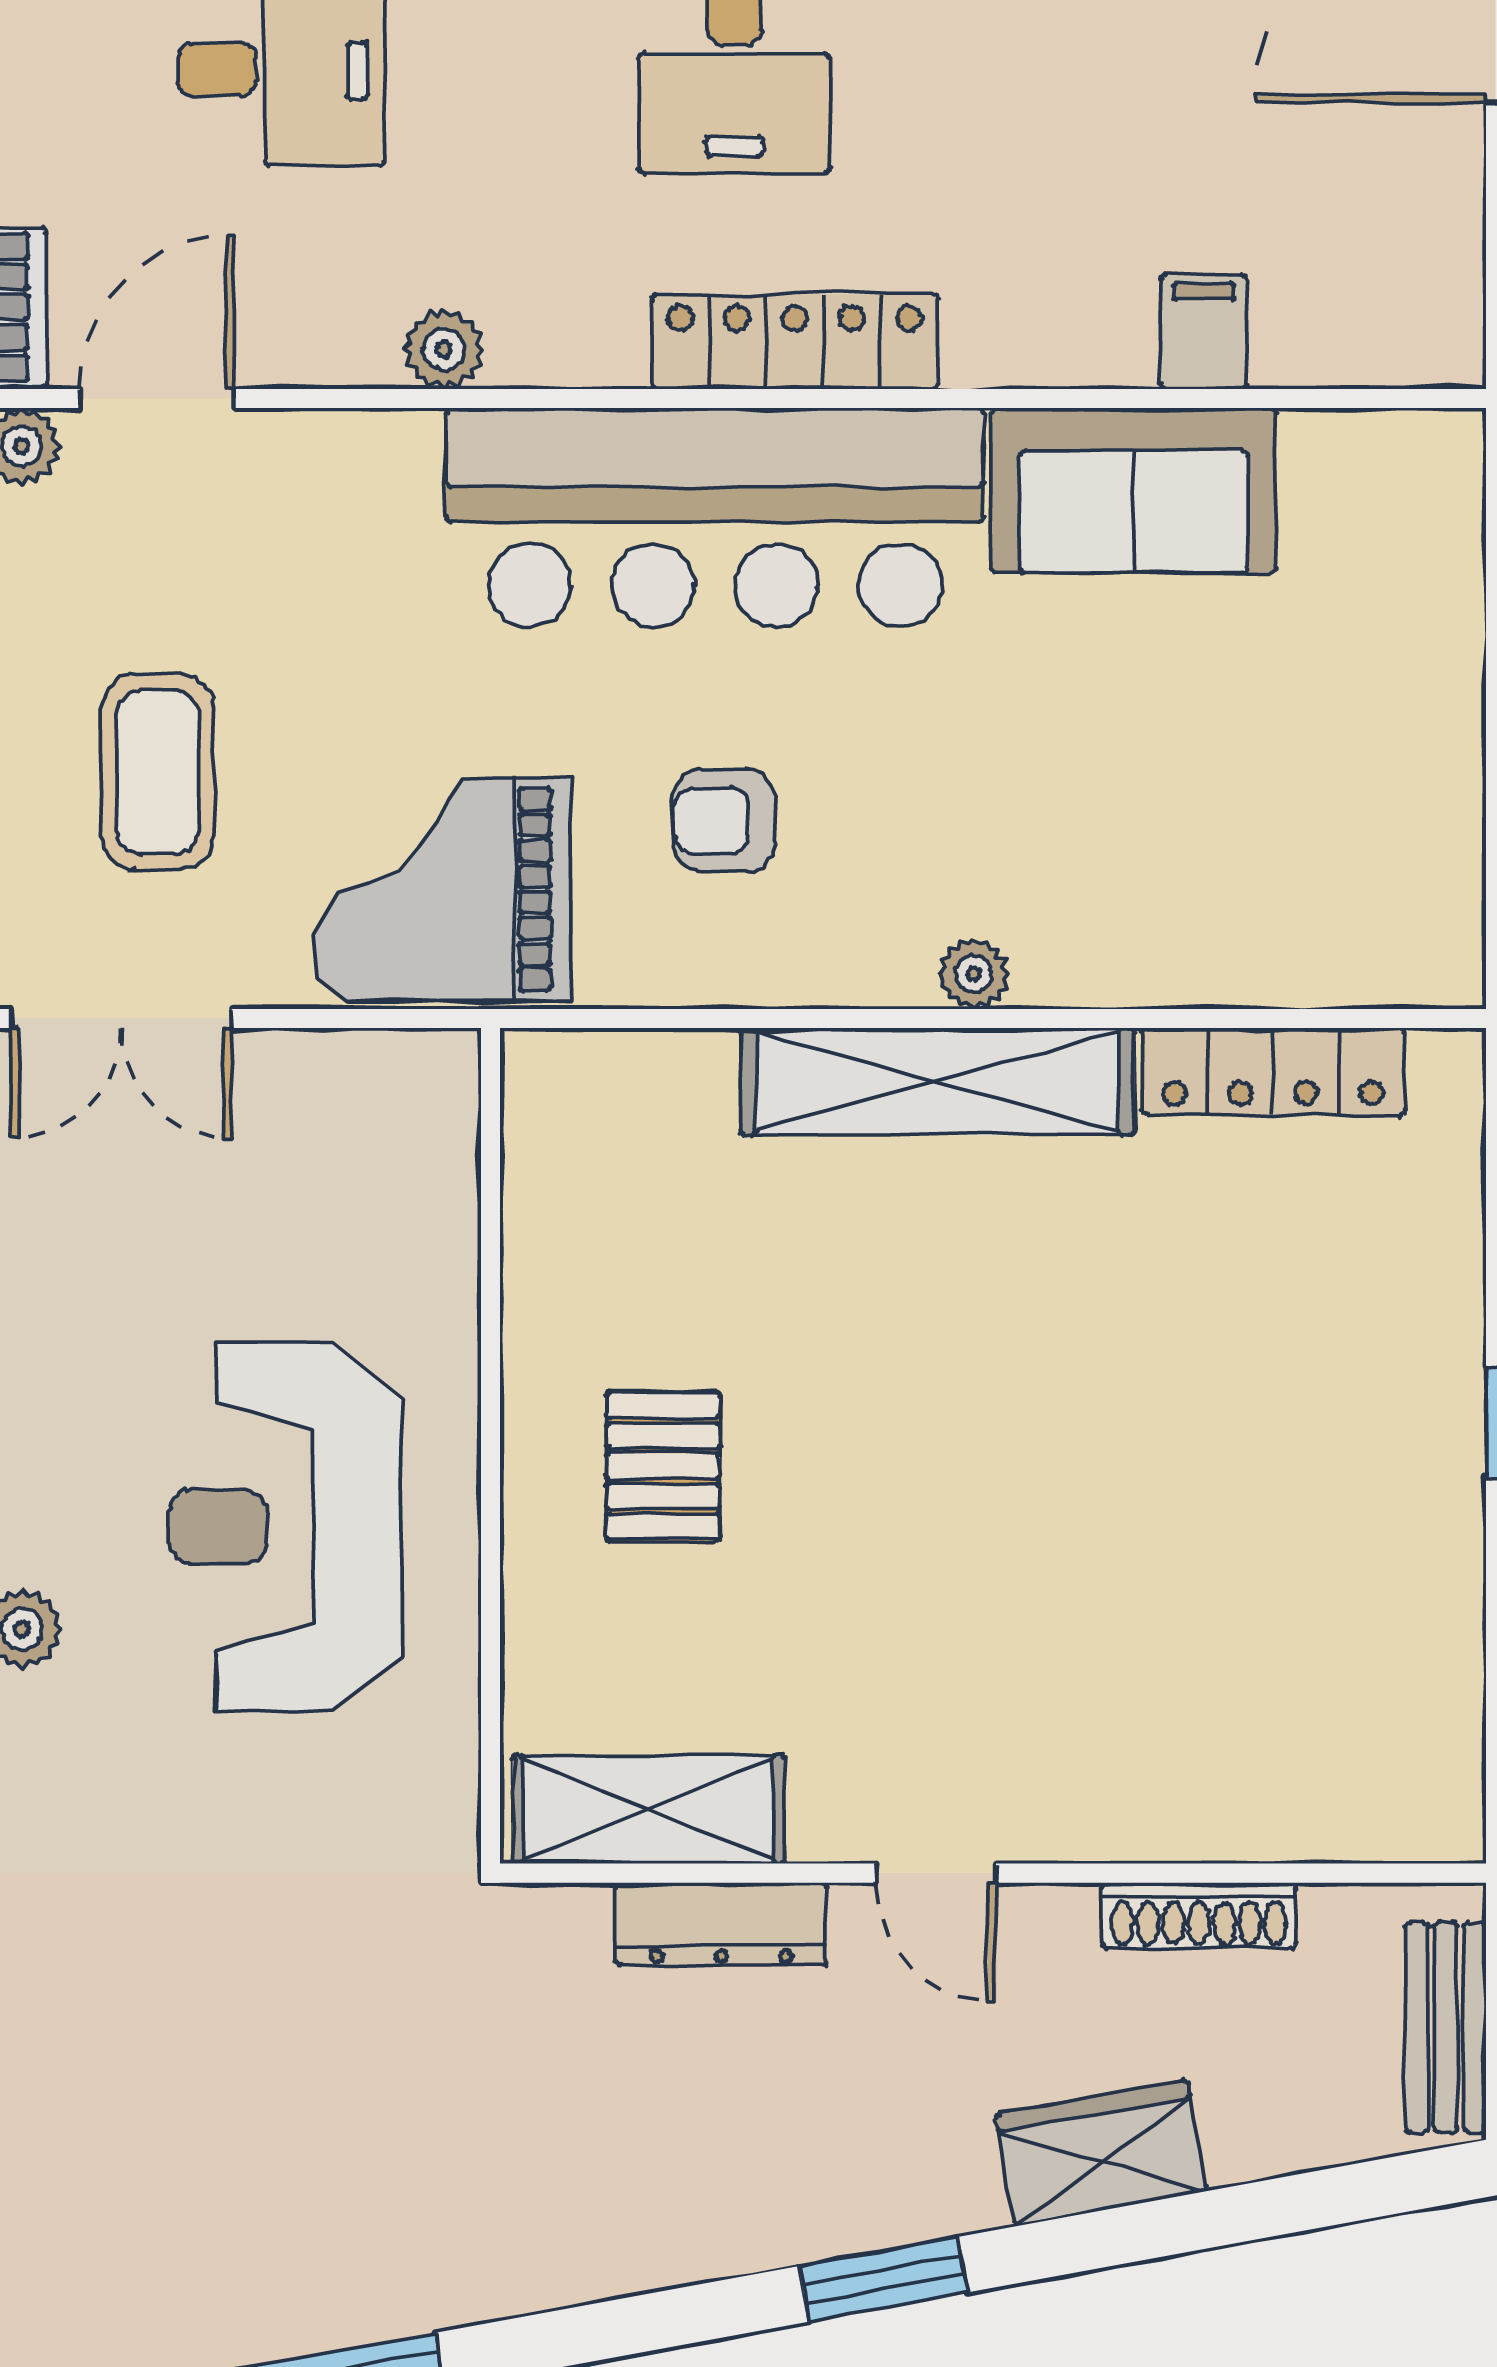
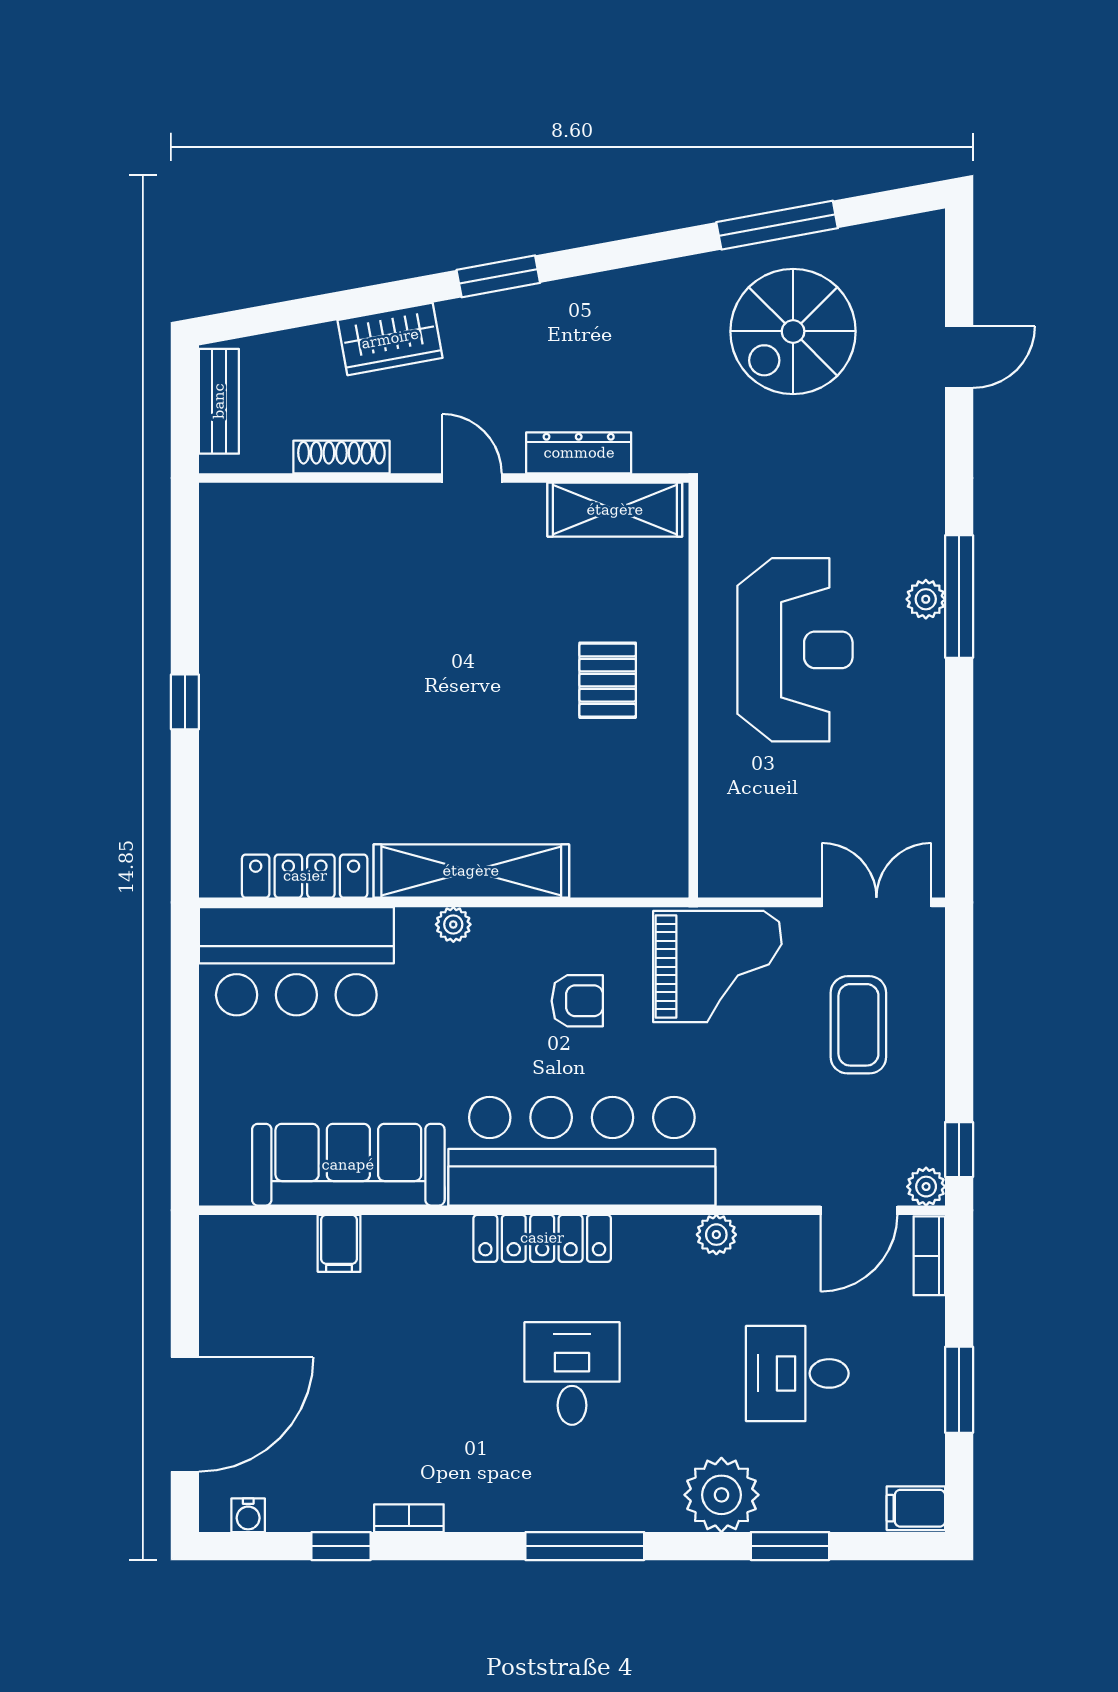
sofa: (1134, 490) -> (348, 1165), width x1.36
bar counter: (1290, 900) -> (296, 961), added
spiral stairs: (290, 2168) -> (793, 331), added

